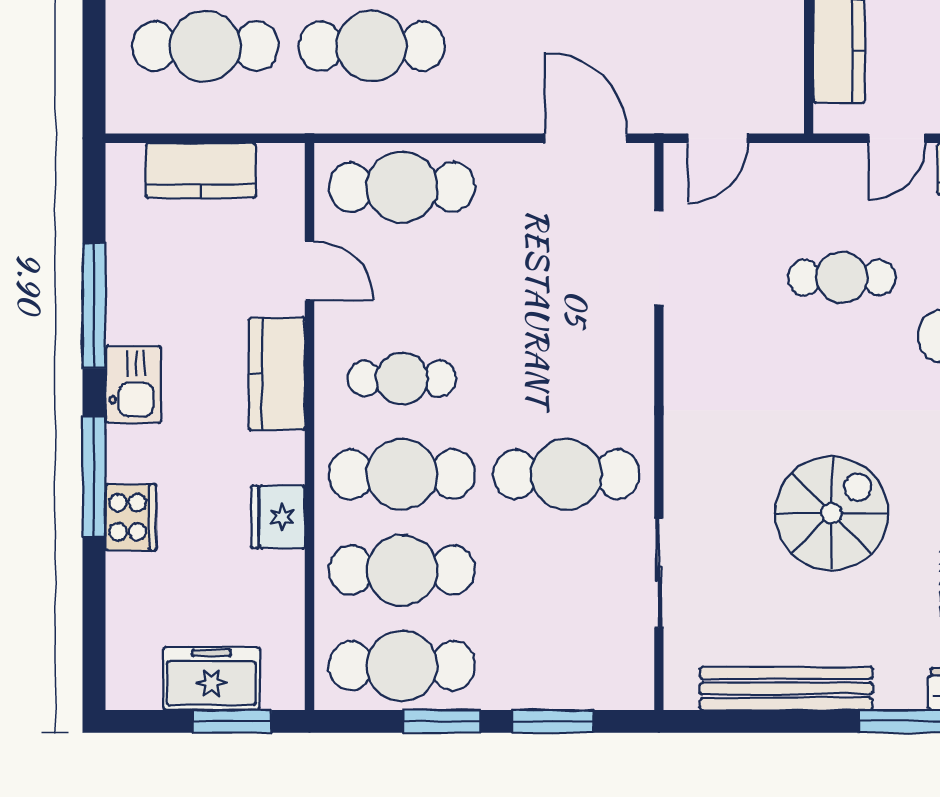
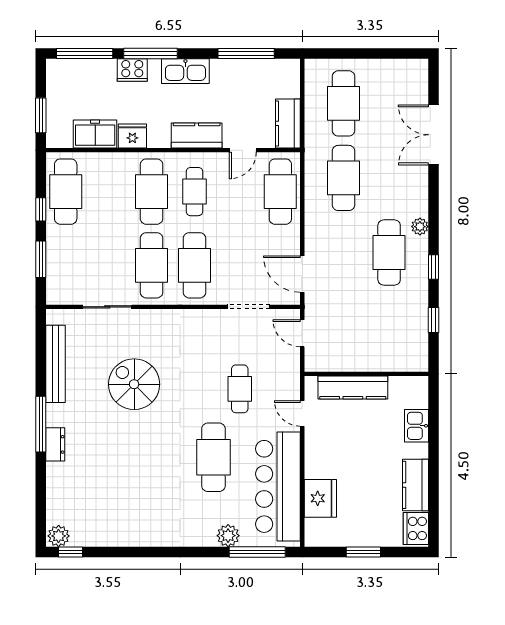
door: (586, 138) -> (302, 274), swing flipped
kitchen counter: (201, 170) -> (288, 123), moved
window: (94, 306) -> (246, 53), moved
kitchen sink: (133, 384) -> (185, 71), width x1.38
spiral stairs: (832, 513) -> (134, 384), turned 180
cafe table: (402, 570) -> (194, 265), moved
window: (94, 624) -> (85, 53), added
freezer: (211, 679) -> (95, 134), moved, turned -90
window: (442, 721) -> (41, 209), width x0.67

